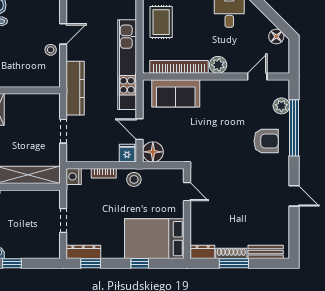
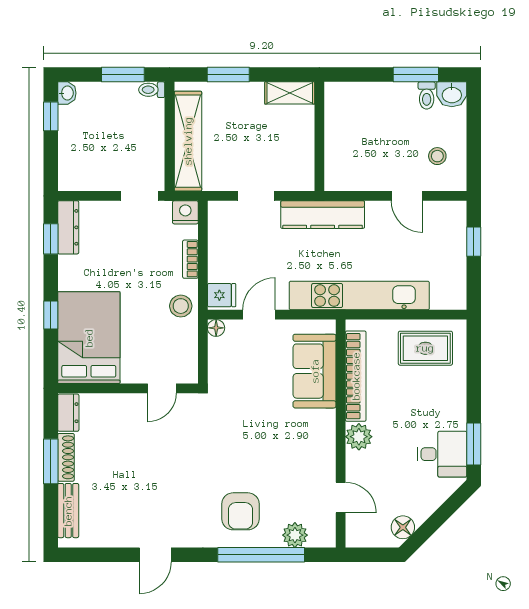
stool: (51, 50) -> (437, 156), moved
floor lamp: (153, 152) -> (216, 328), width x0.53, depth x0.53
doorway: (63, 221) -> (139, 196), moved

